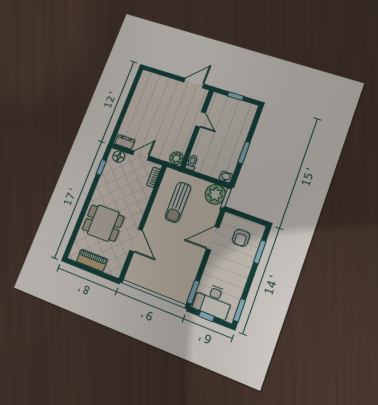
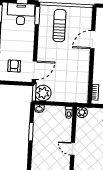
sun lounger: (178, 202) -> (59, 26), moved
door: (213, 238) -> (34, 70), moved
door: (136, 240) -> (93, 40), hinge flipped

